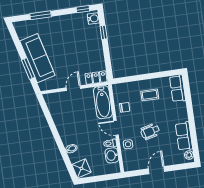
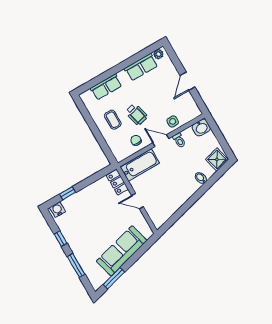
window: (83, 9) -> (61, 239), moved
window: (28, 69) -> (114, 278), moved
row of seats: (178, 88) -> (106, 87), moved
door: (116, 128) -> (161, 141), swing flipped
wheelchair: (150, 131) -> (136, 114), moved
washbasin: (112, 155) -> (201, 127), moved
door: (157, 170) -> (188, 81), hinge flipped

